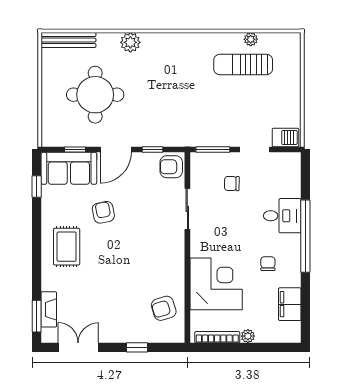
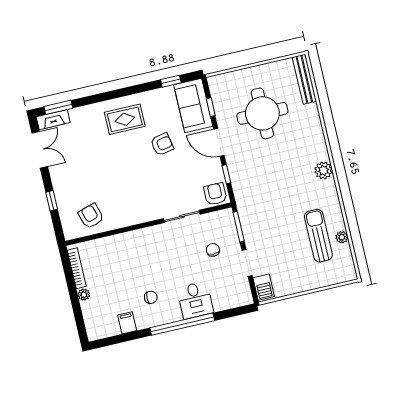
plant: (130, 42) -> (323, 170), moved
corner desk: (216, 284) -> (123, 256), removed
filing cabinet: (290, 304) -> (127, 323), width x0.50
fireplace: (49, 309) -> (53, 120), moved

